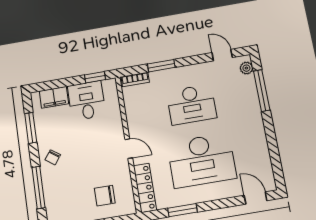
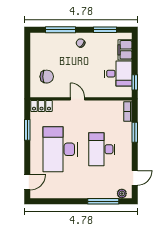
door: (129, 149) -> (77, 99), swing flipped
locker: (145, 188) -> (41, 106), width x0.66
chair: (105, 196) -> (47, 77), turned 90

